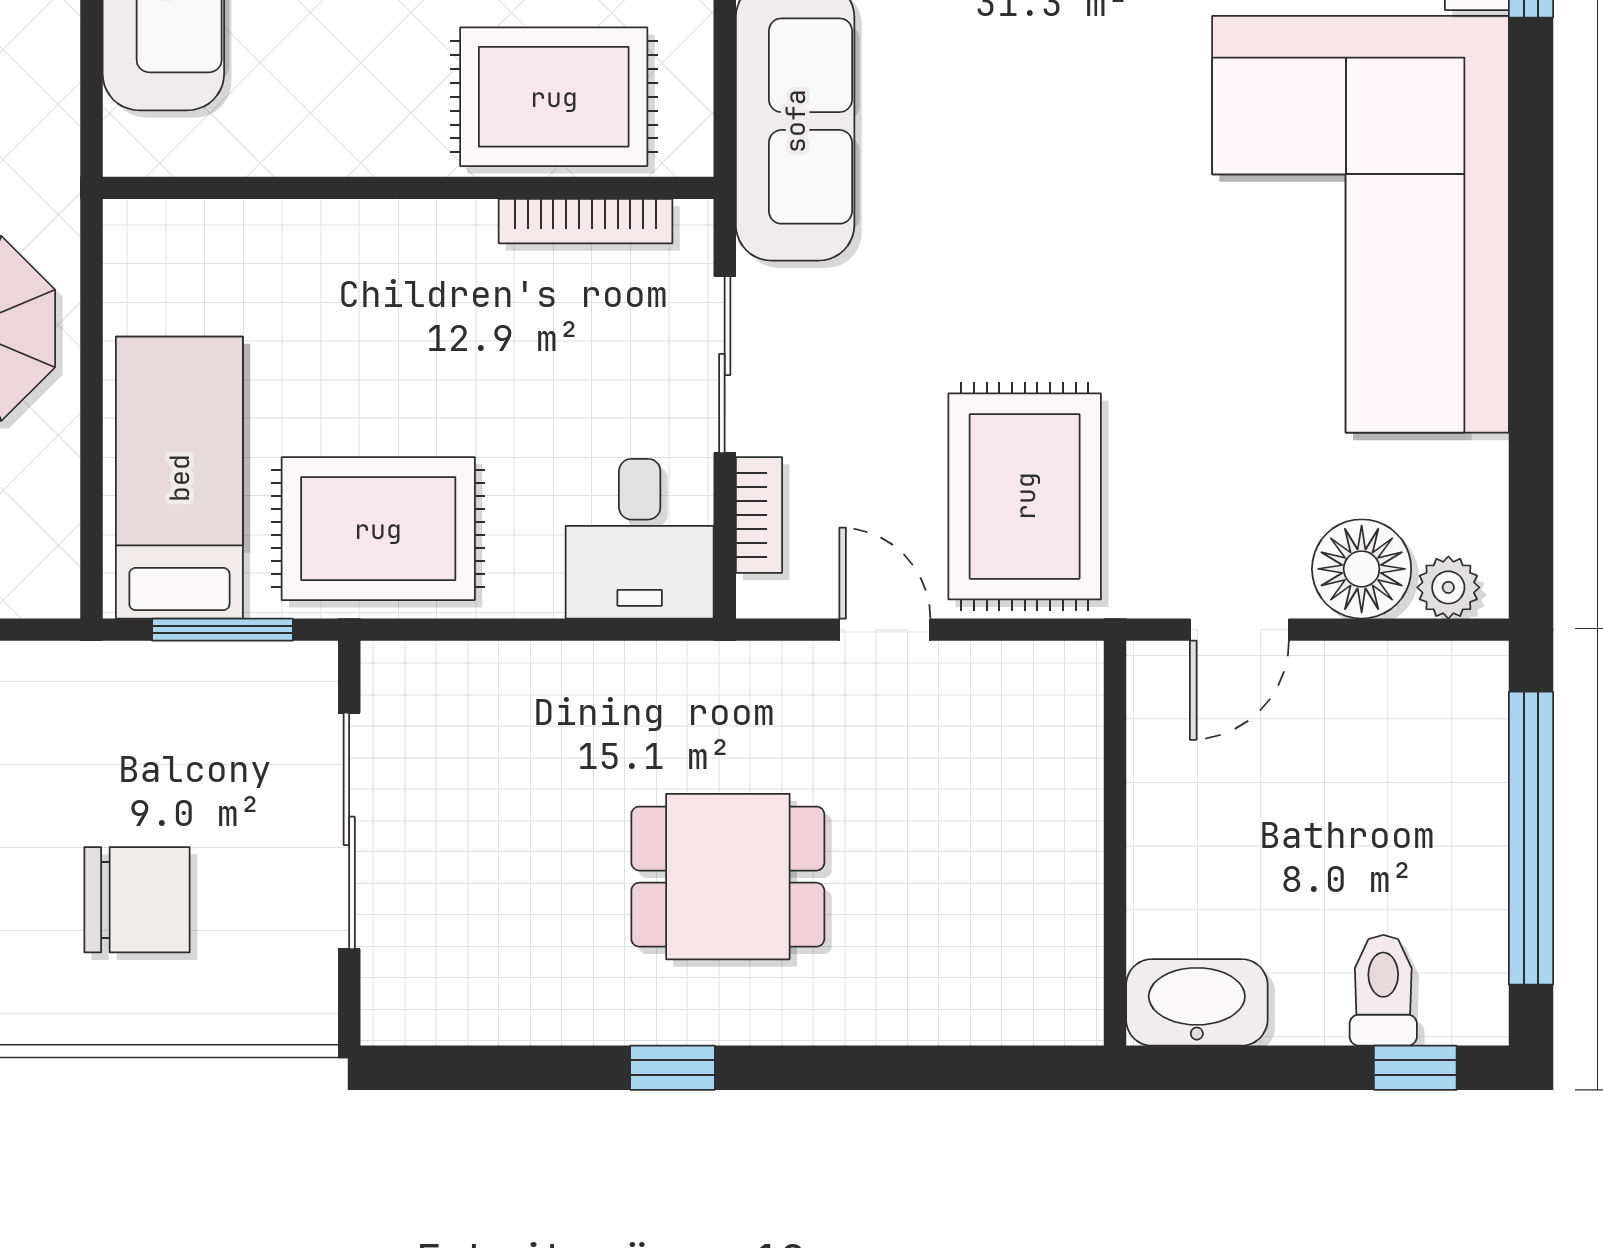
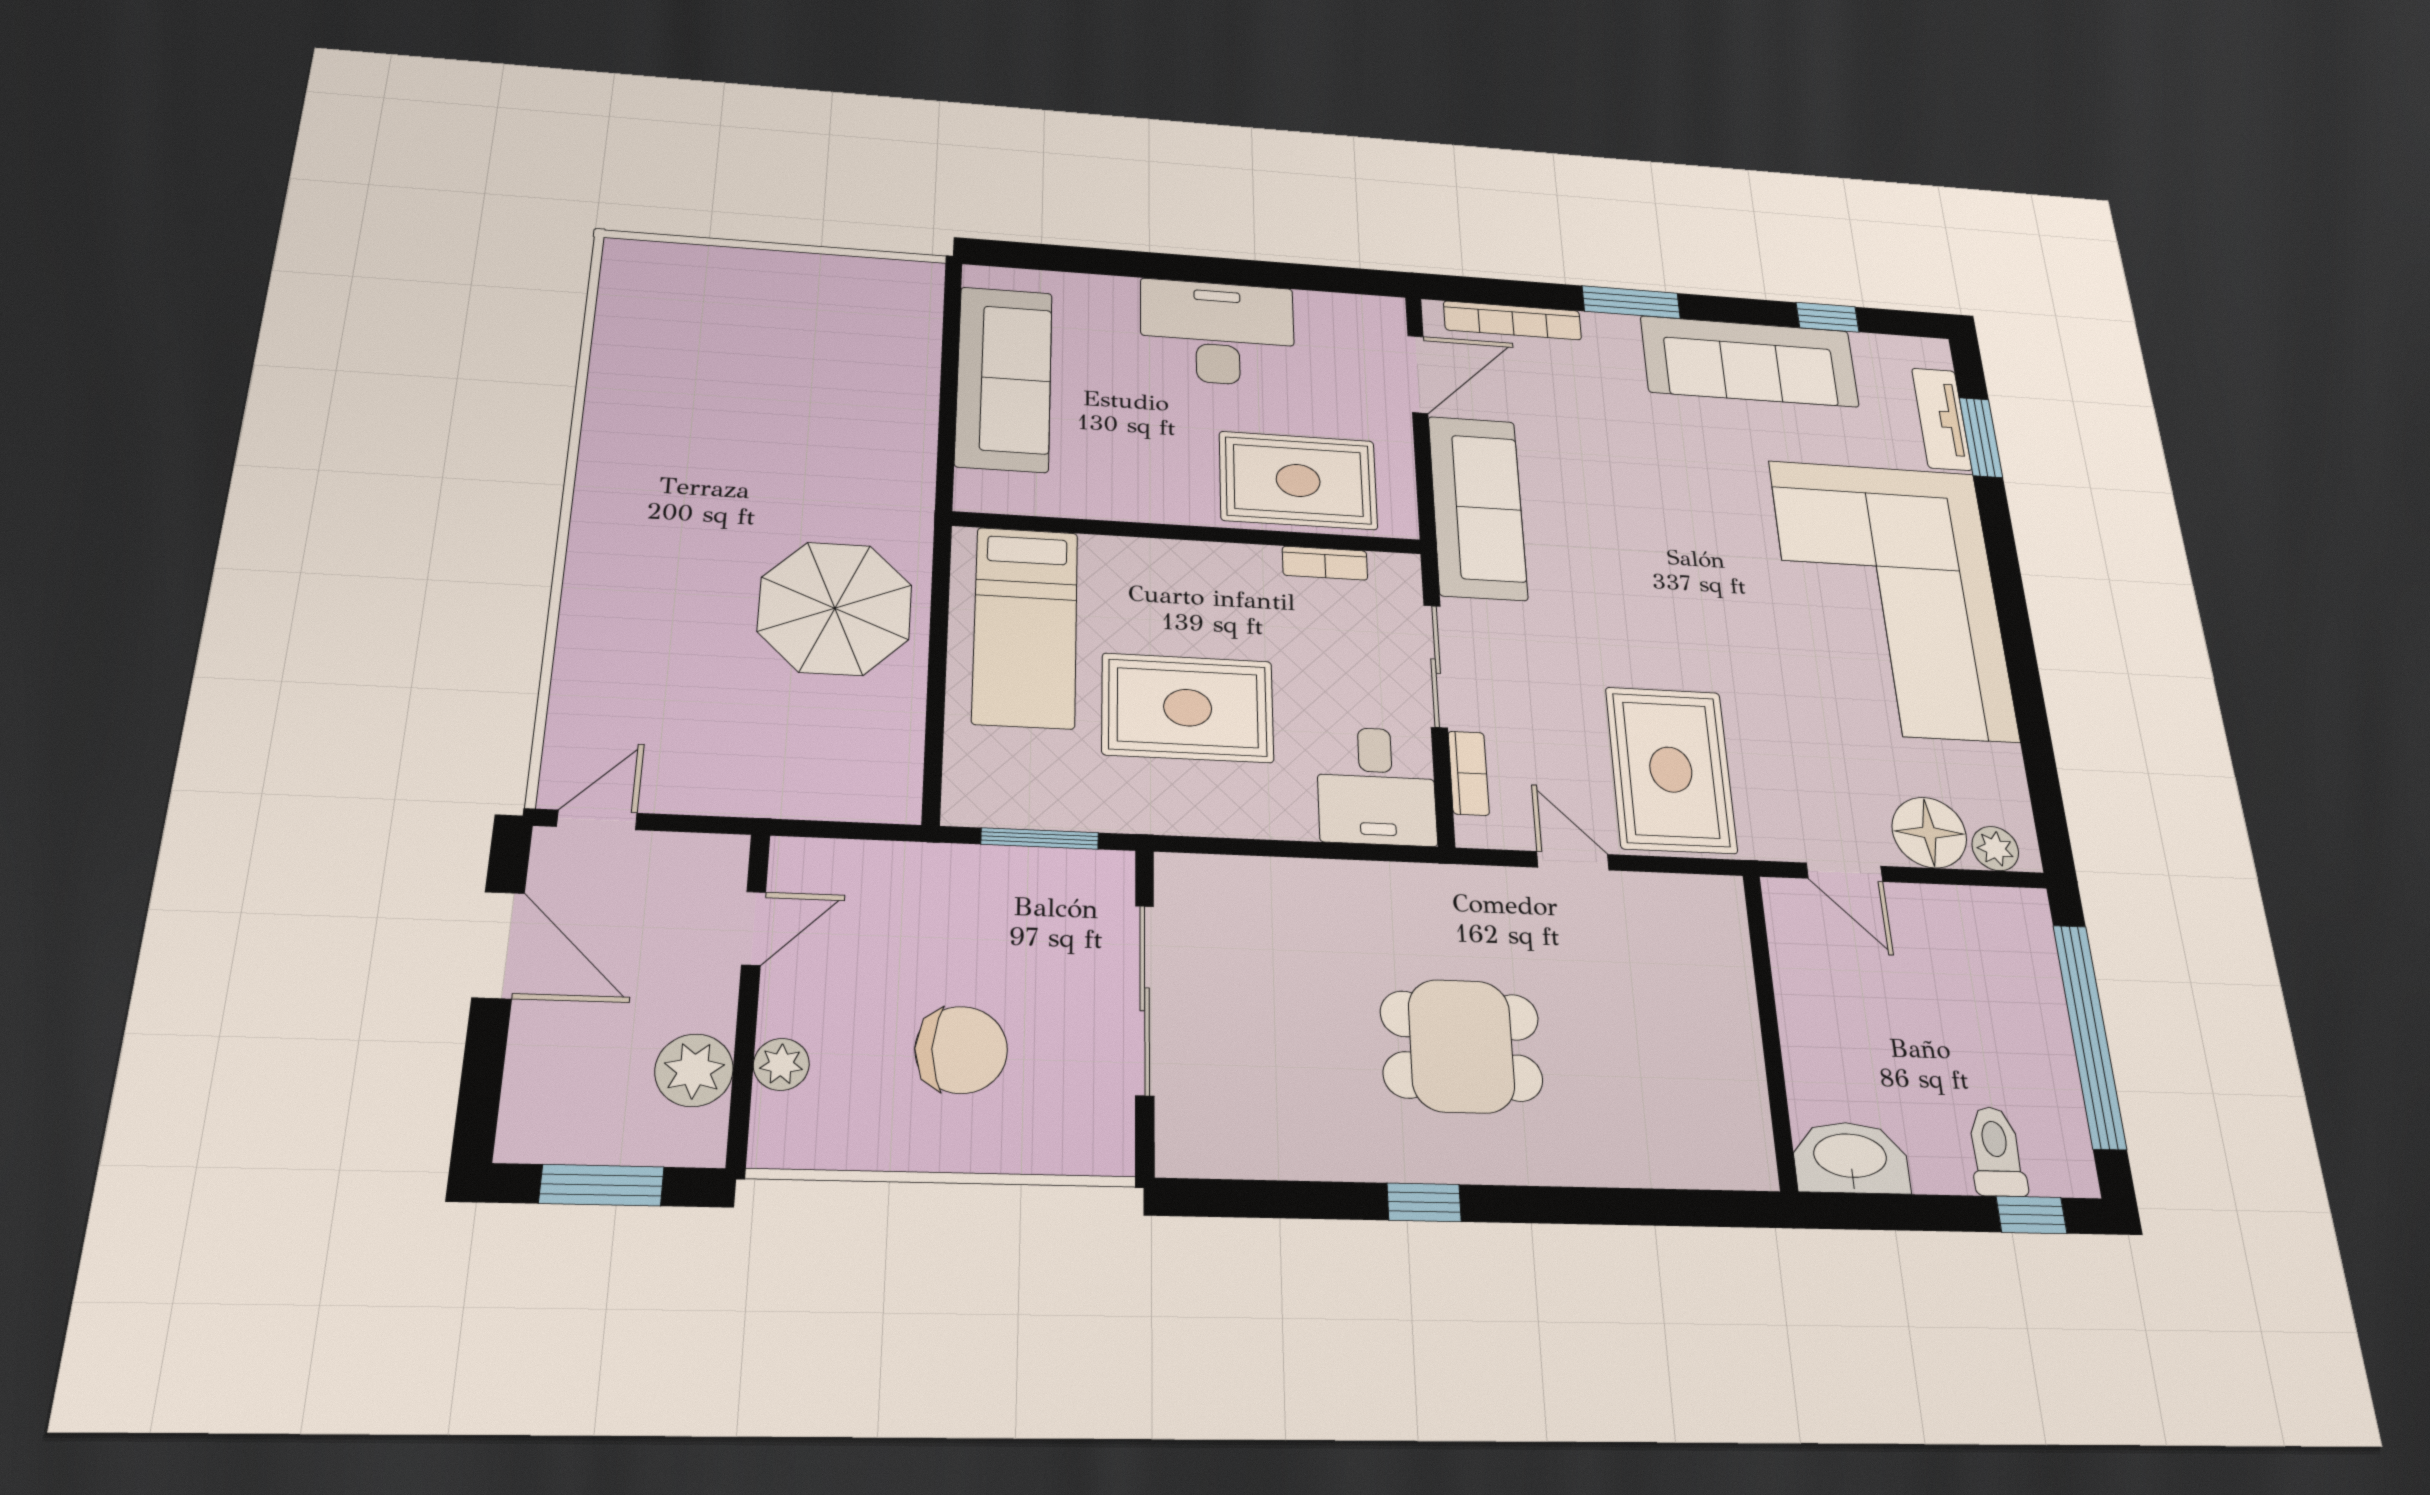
bookcase: (586, 221) -> (1325, 563), width x0.64
bed: (179, 478) -> (1025, 627), moved, turned 180
rug: (378, 529) -> (1188, 708), moved
door: (1239, 630) -> (1845, 872), hinge flipped

